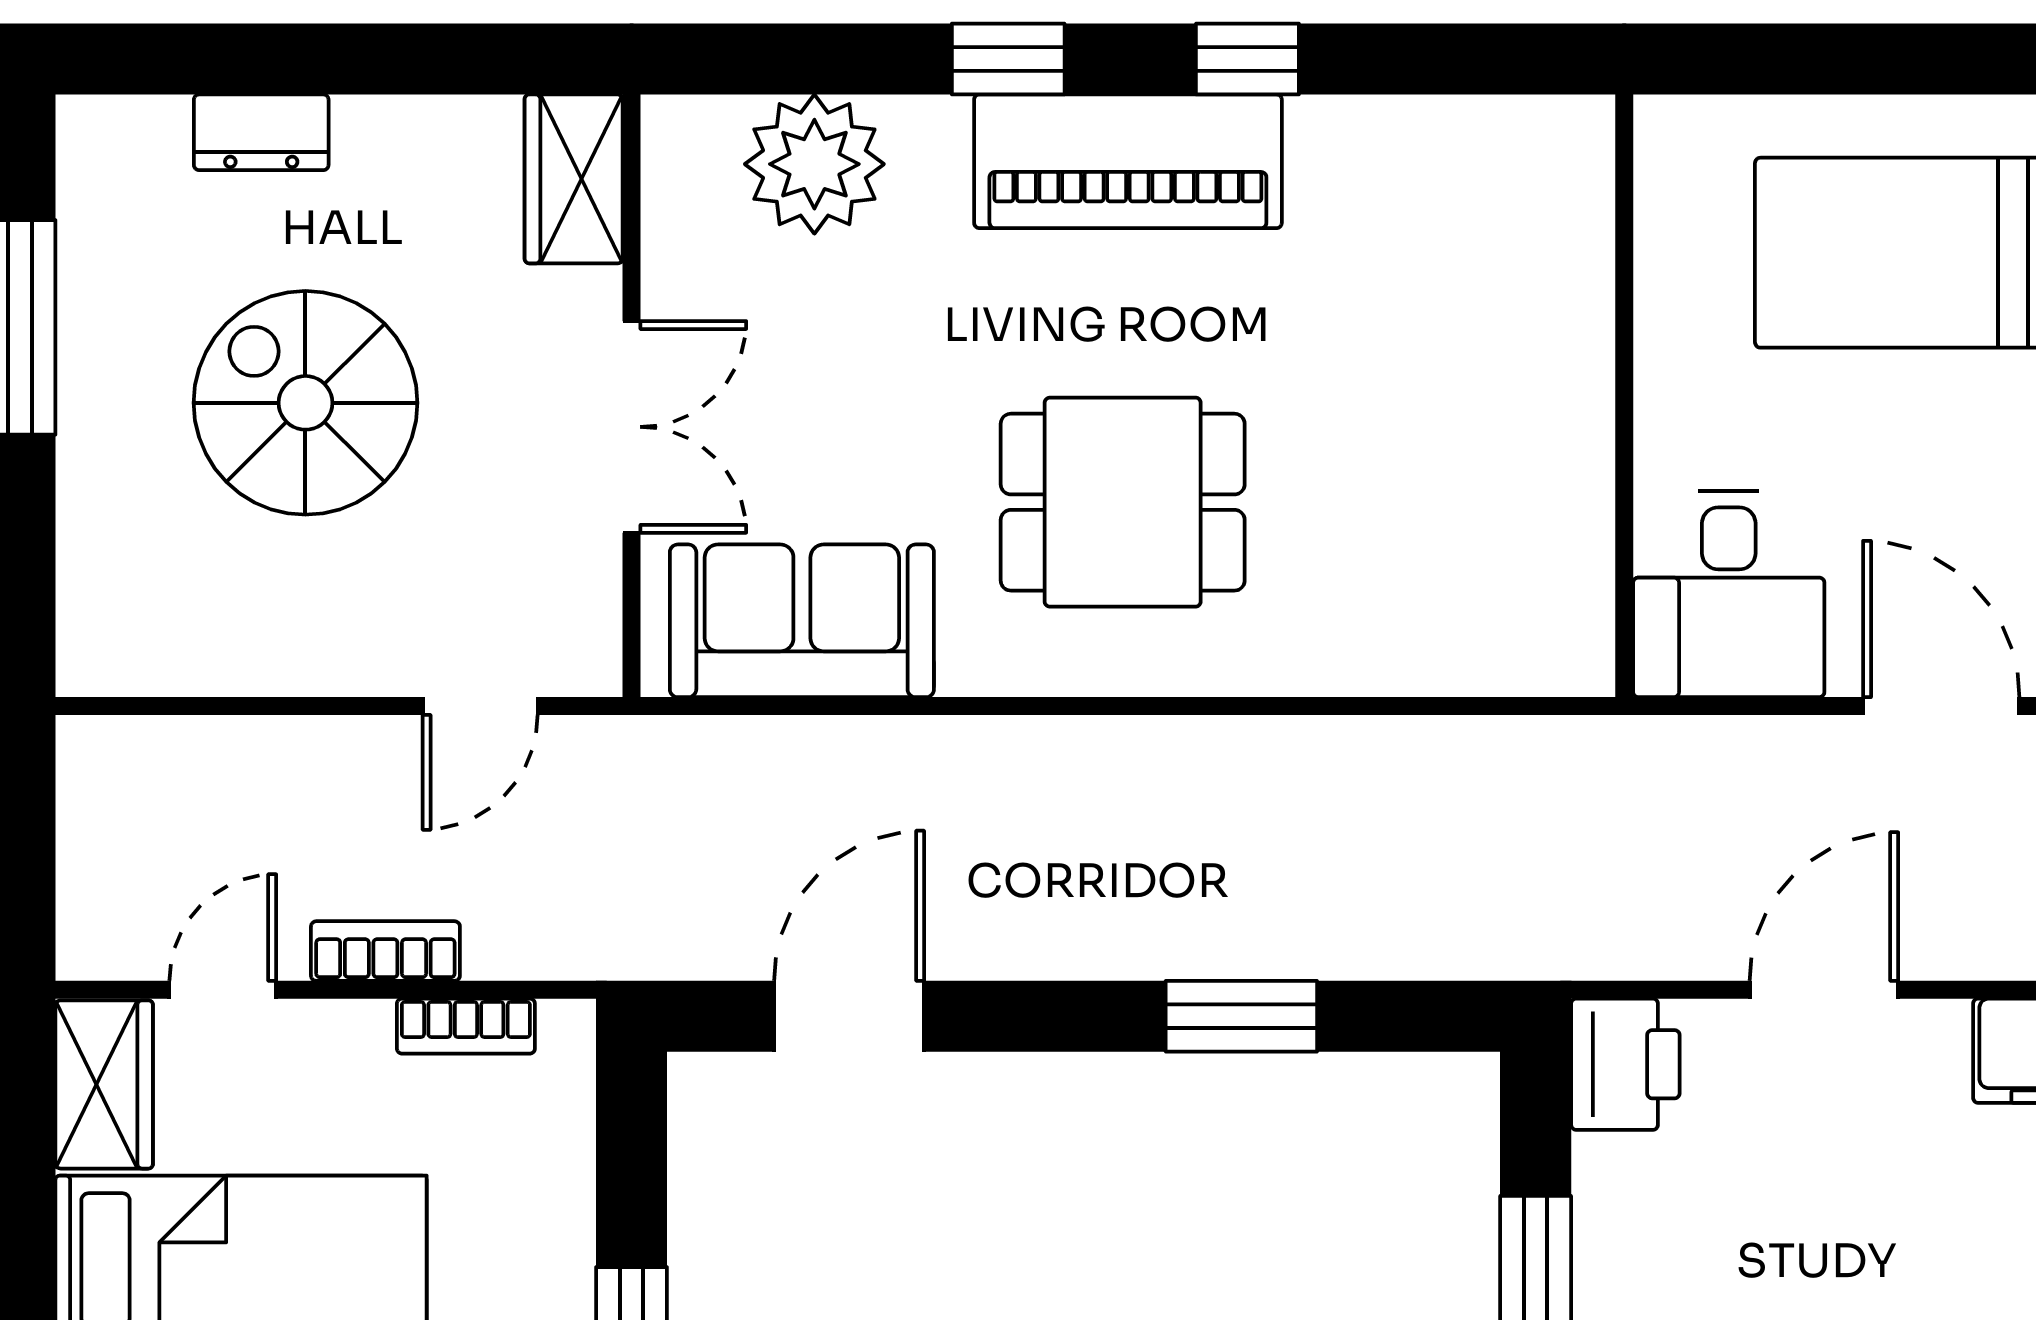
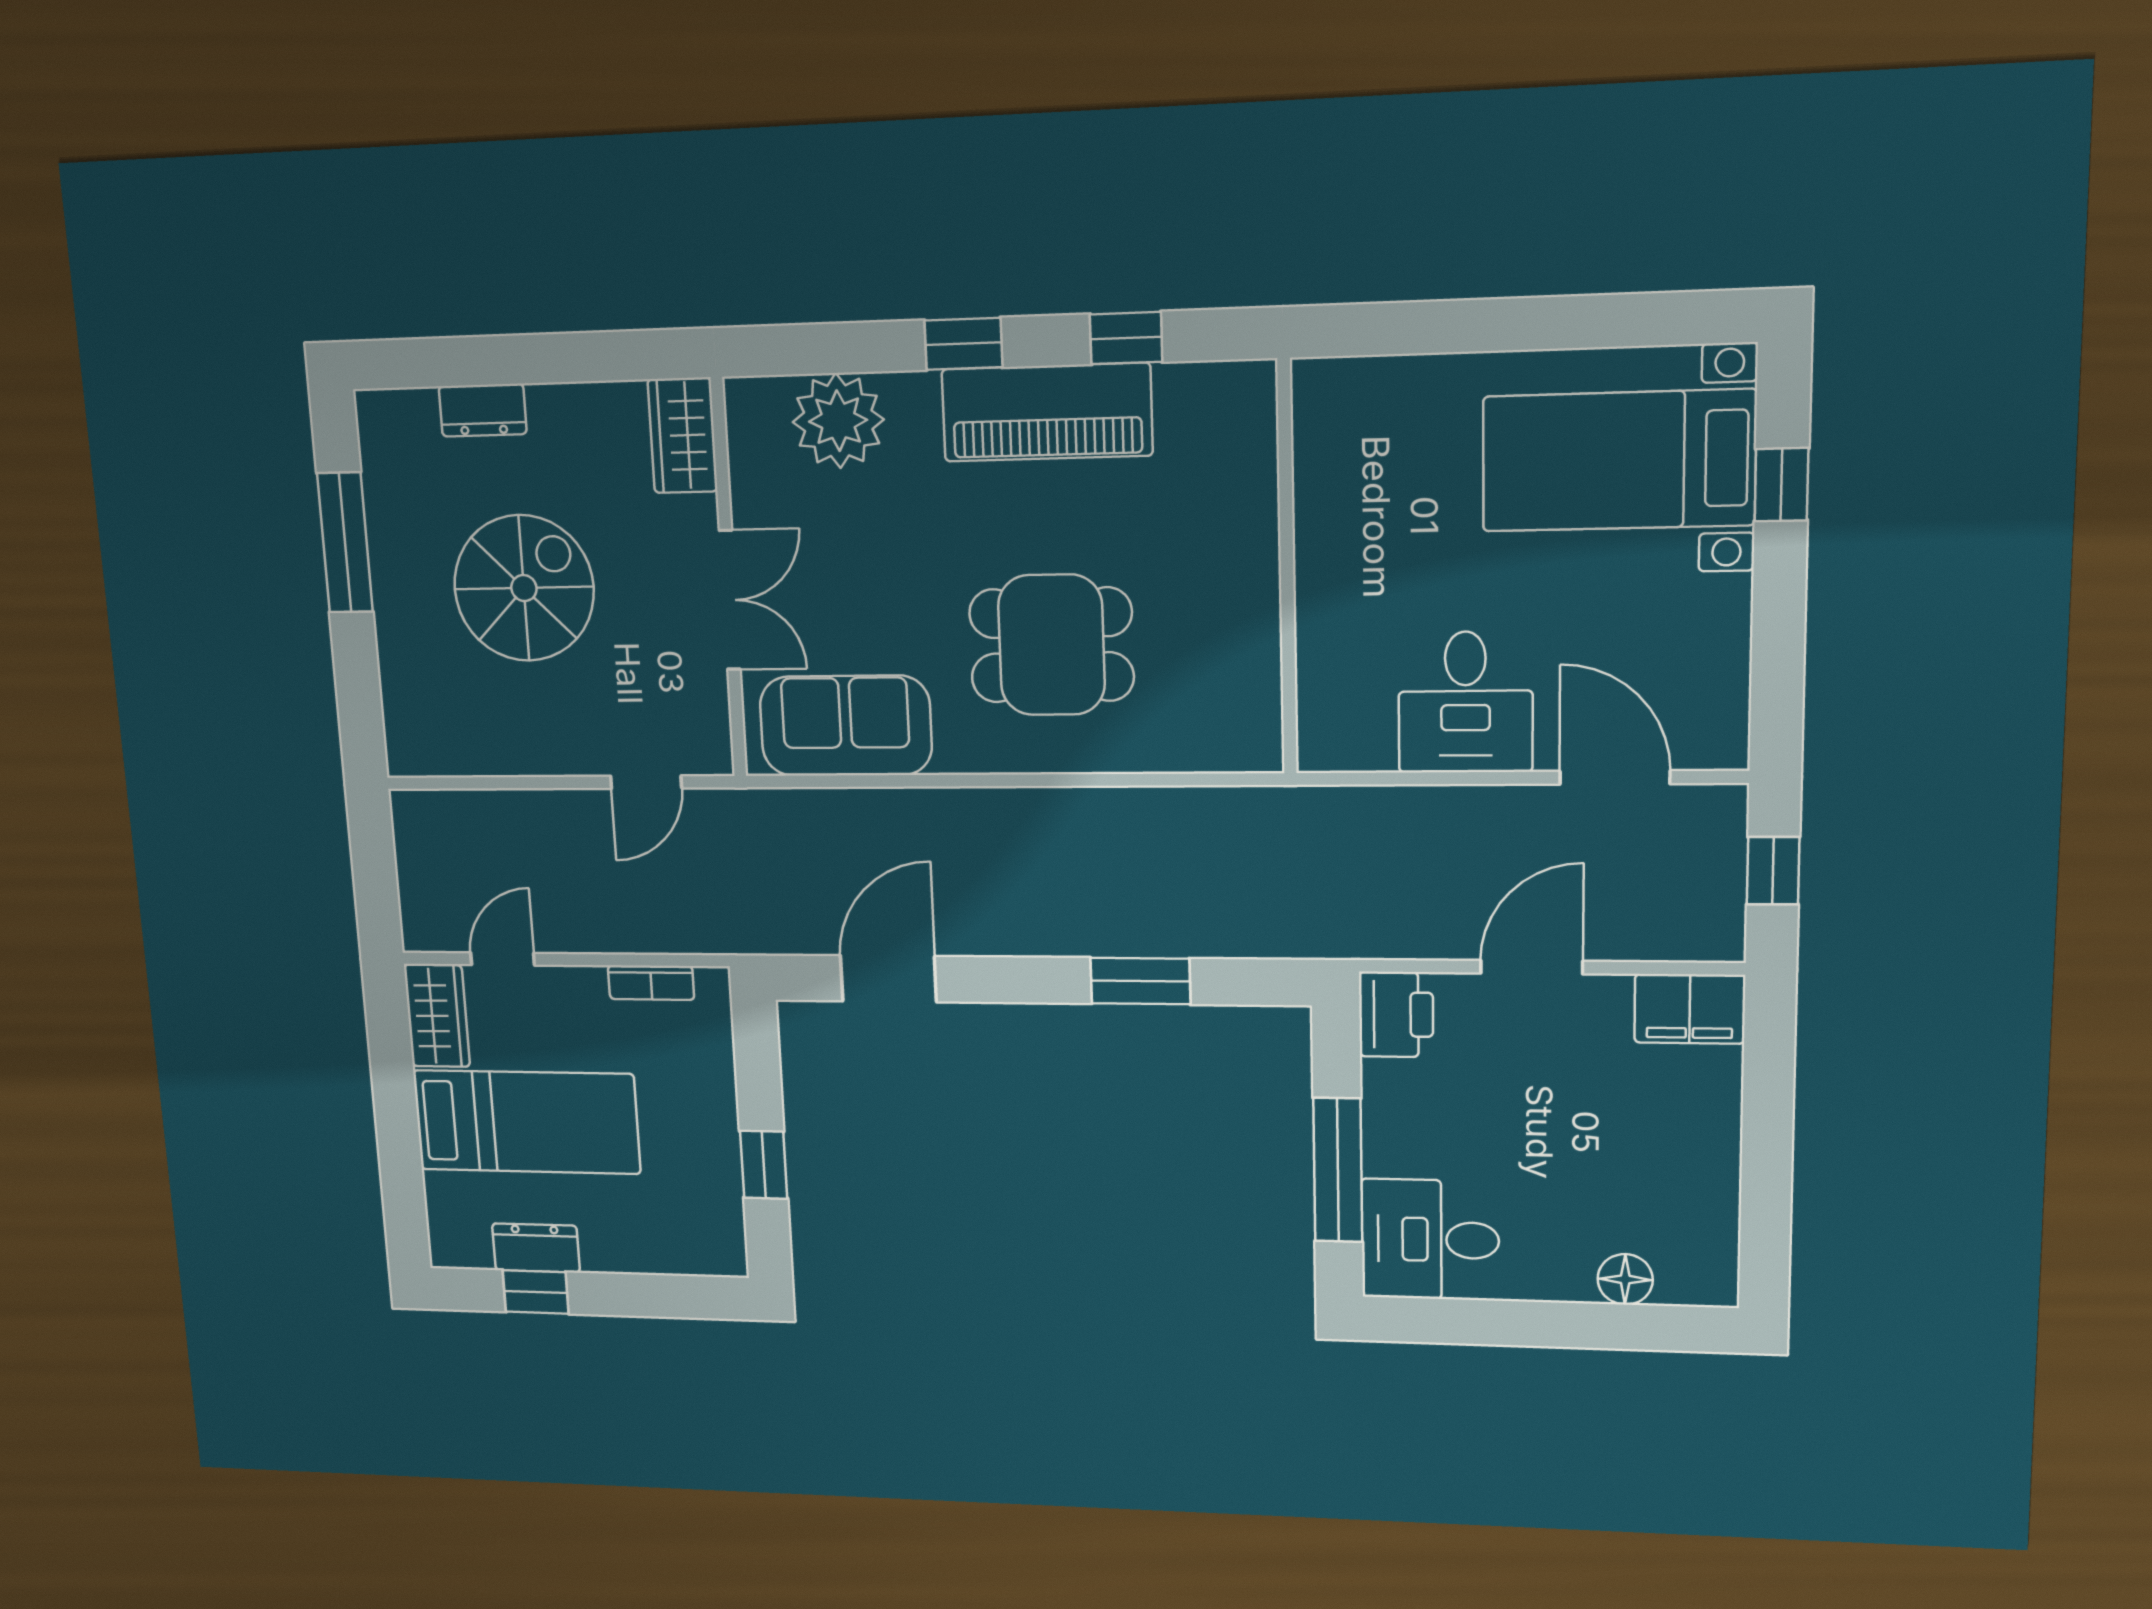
wall: (1624, 396) -> (1287, 569), moved
spiral stairs: (305, 403) -> (524, 588), turned 90
bookcase: (385, 951) -> (599, 936), removed

